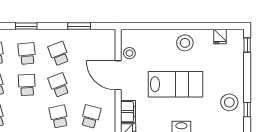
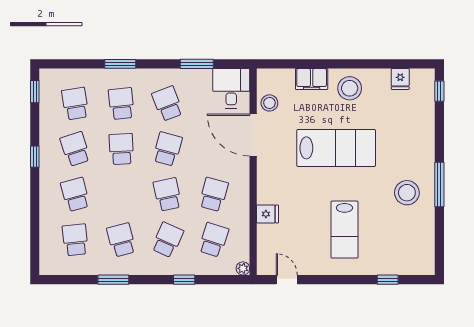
desk: (103, 43) -> (231, 88), added
school desk: (59, 85) -> (167, 149), turned 36
stool: (229, 102) -> (407, 193), moved
window: (247, 110) -> (439, 185), width x2.17
filing cabinet: (128, 112) -> (312, 79), moved, turned 90

